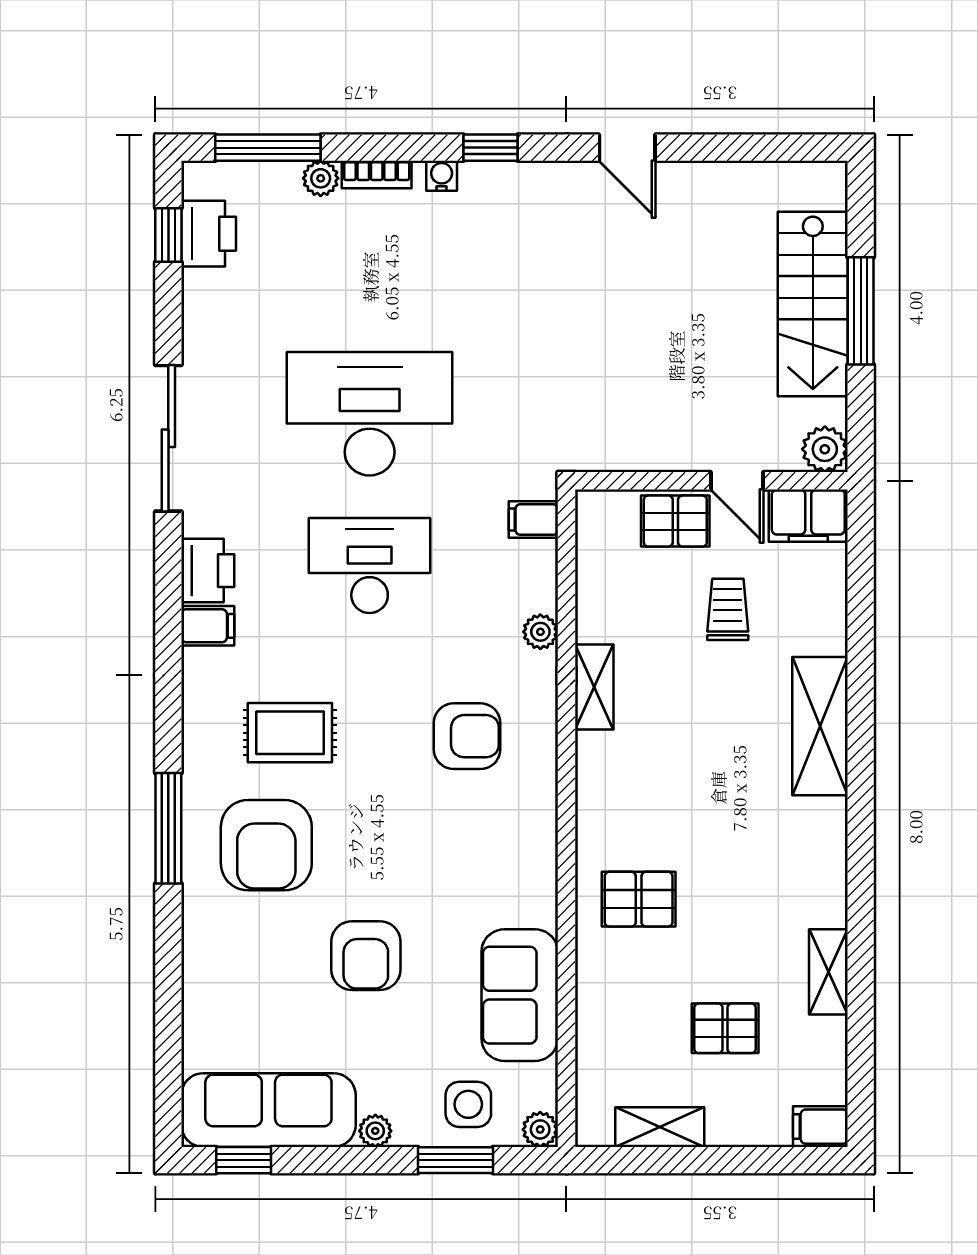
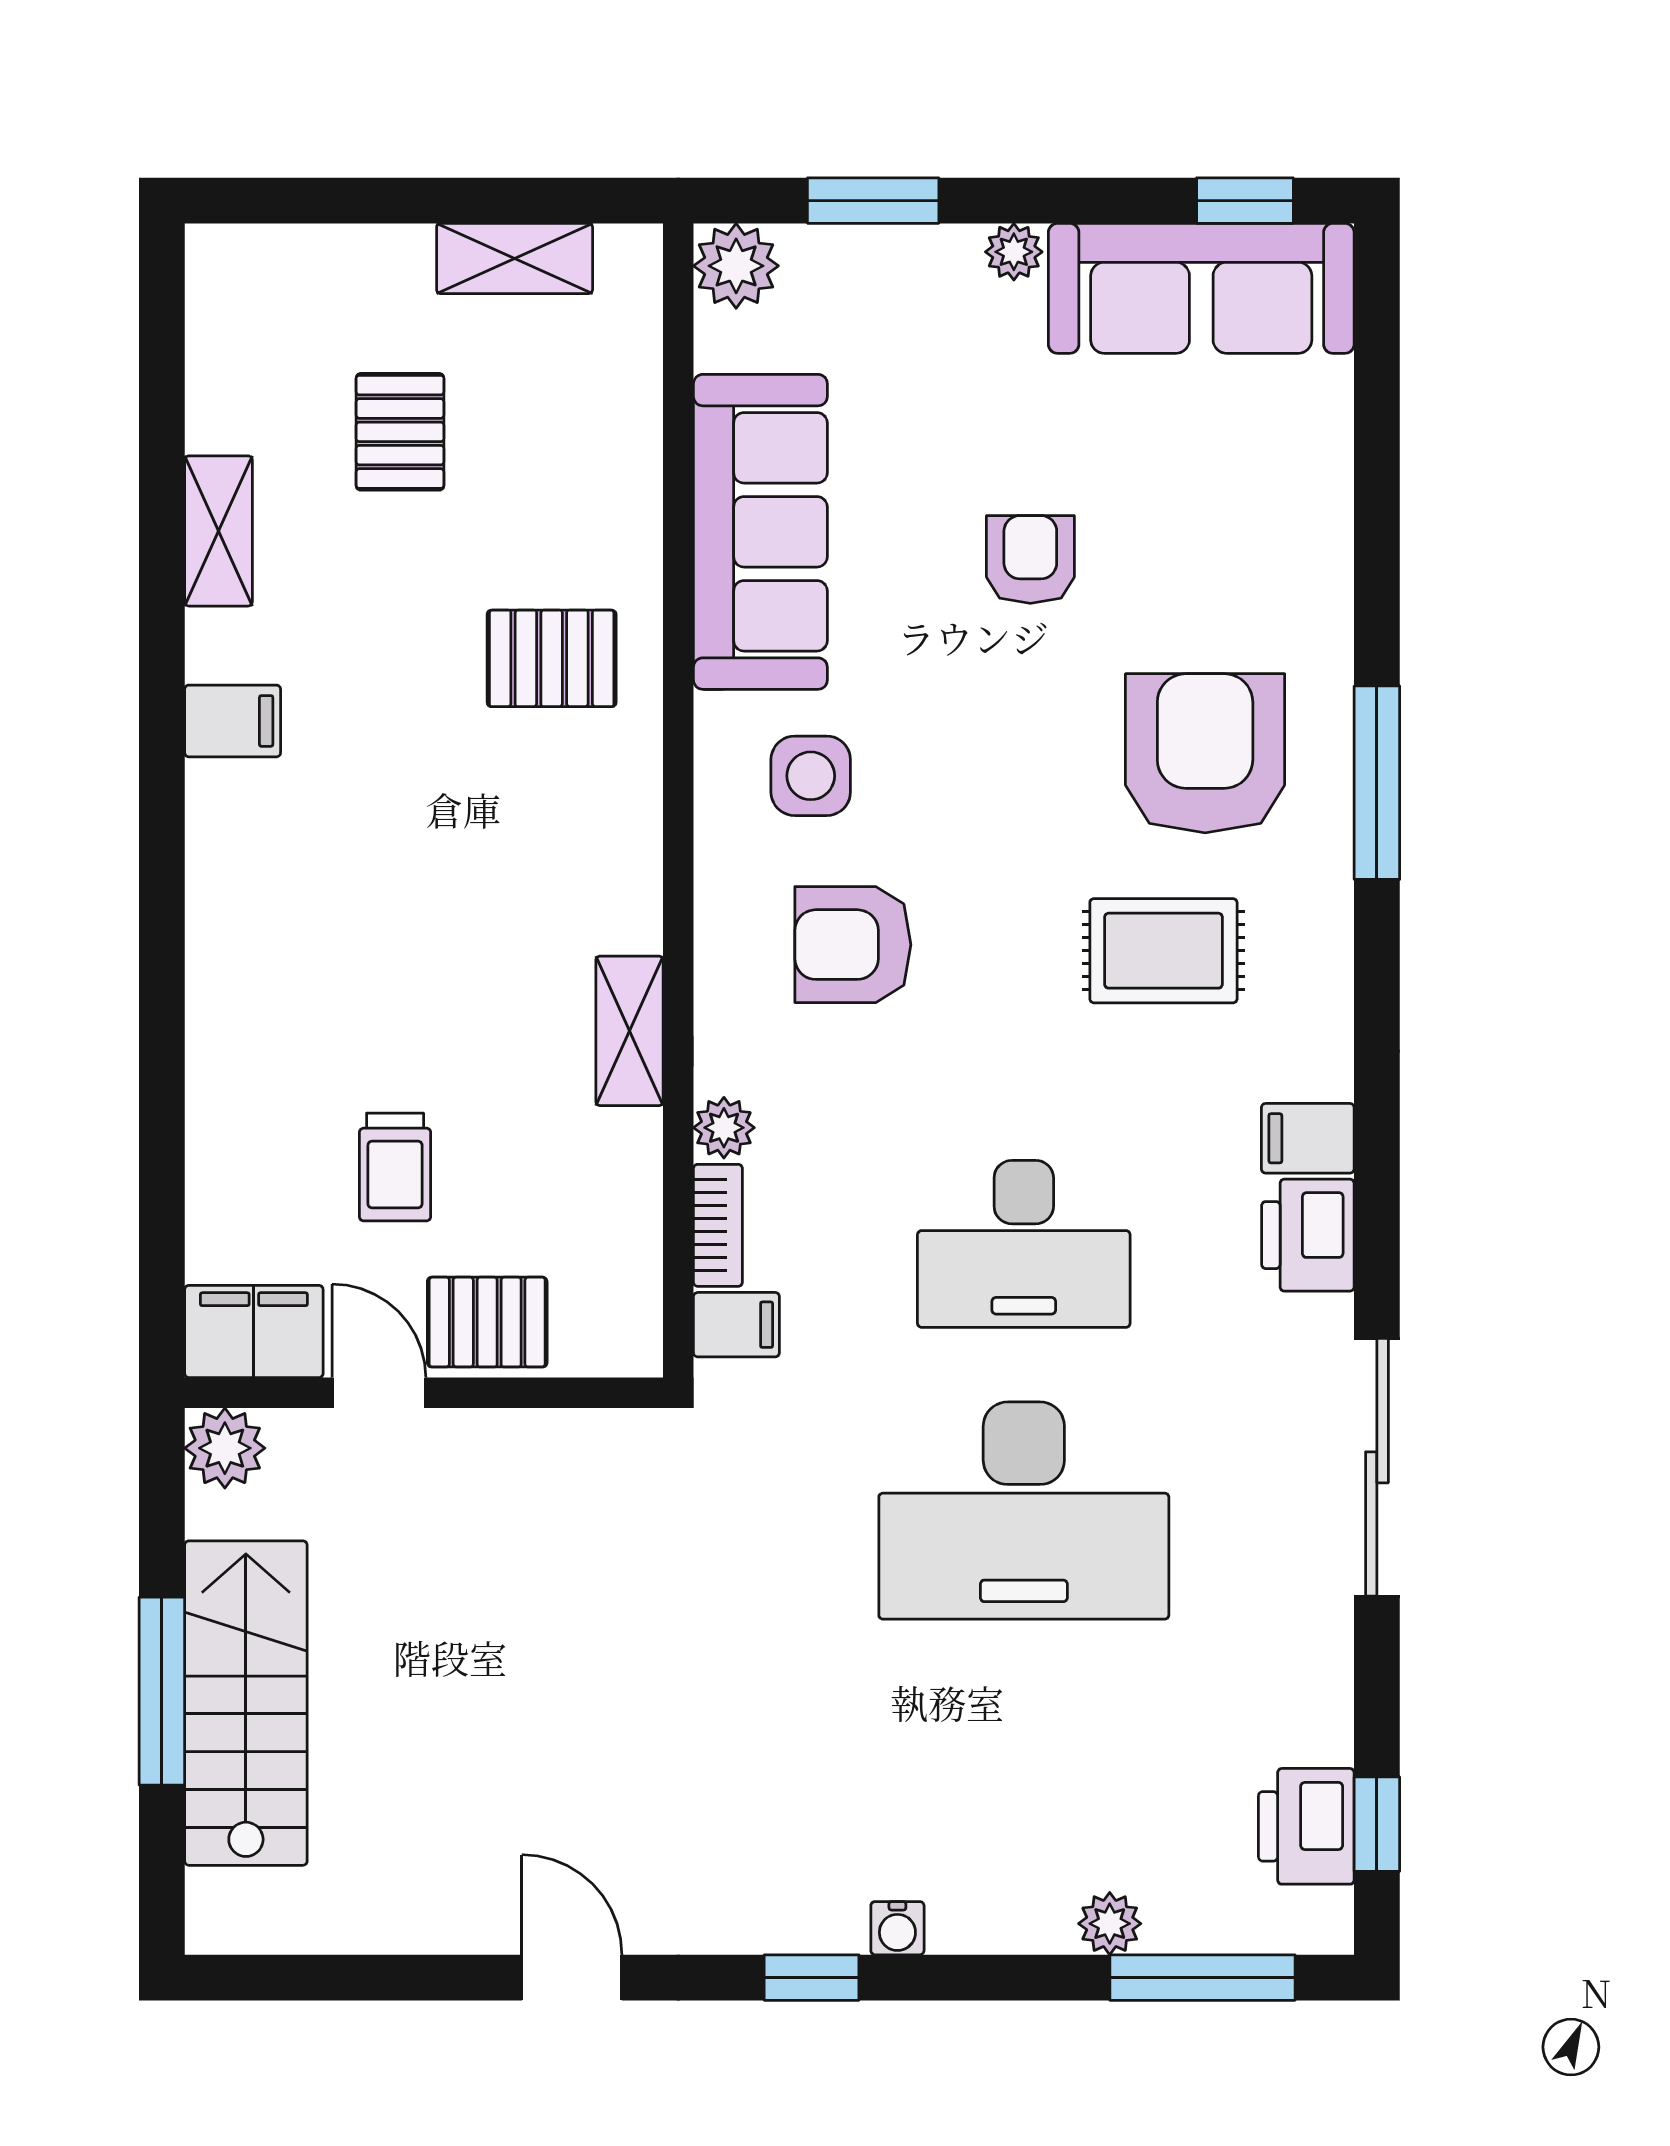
bookcase: (377, 174) -> (718, 1225), moved, turned 90
shelving: (820, 726) -> (233, 962), removed
armchair: (366, 956) -> (1030, 559), width x0.72, depth x0.72
sofa: (520, 995) -> (760, 532), width x1.36
pallet: (725, 1028) -> (400, 432), turned 90
side table: (468, 1104) -> (811, 776), moved
filing cabinet: (820, 1127) -> (233, 721), moved
plant: (540, 1129) -> (736, 266), width x1.38, depth x1.38

